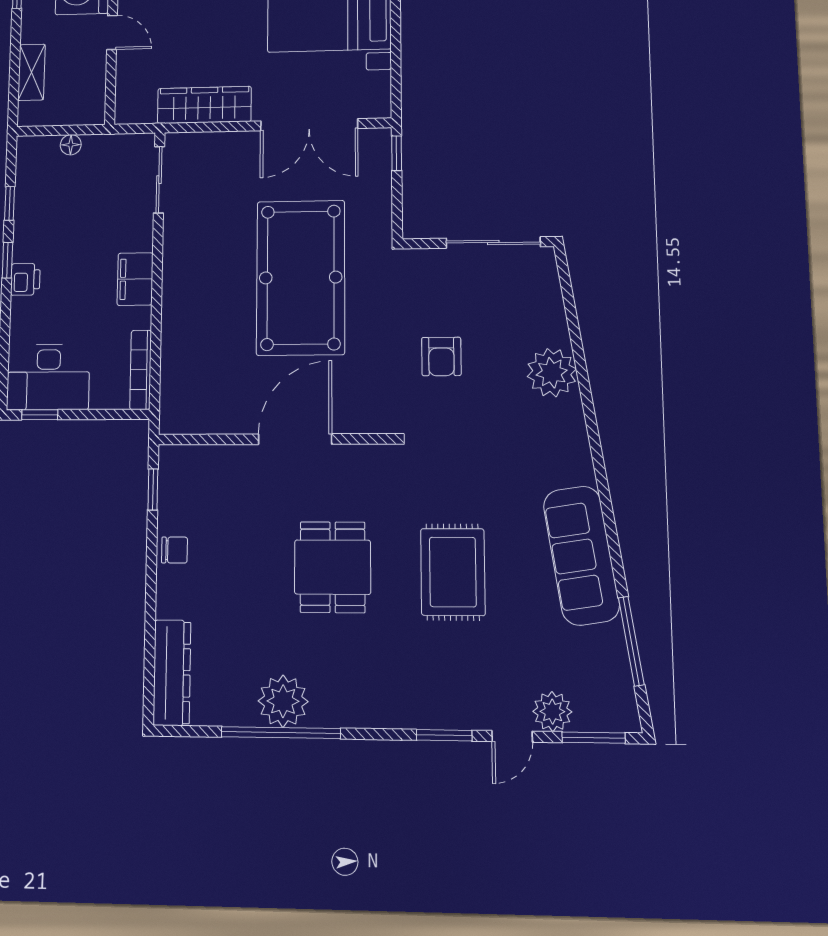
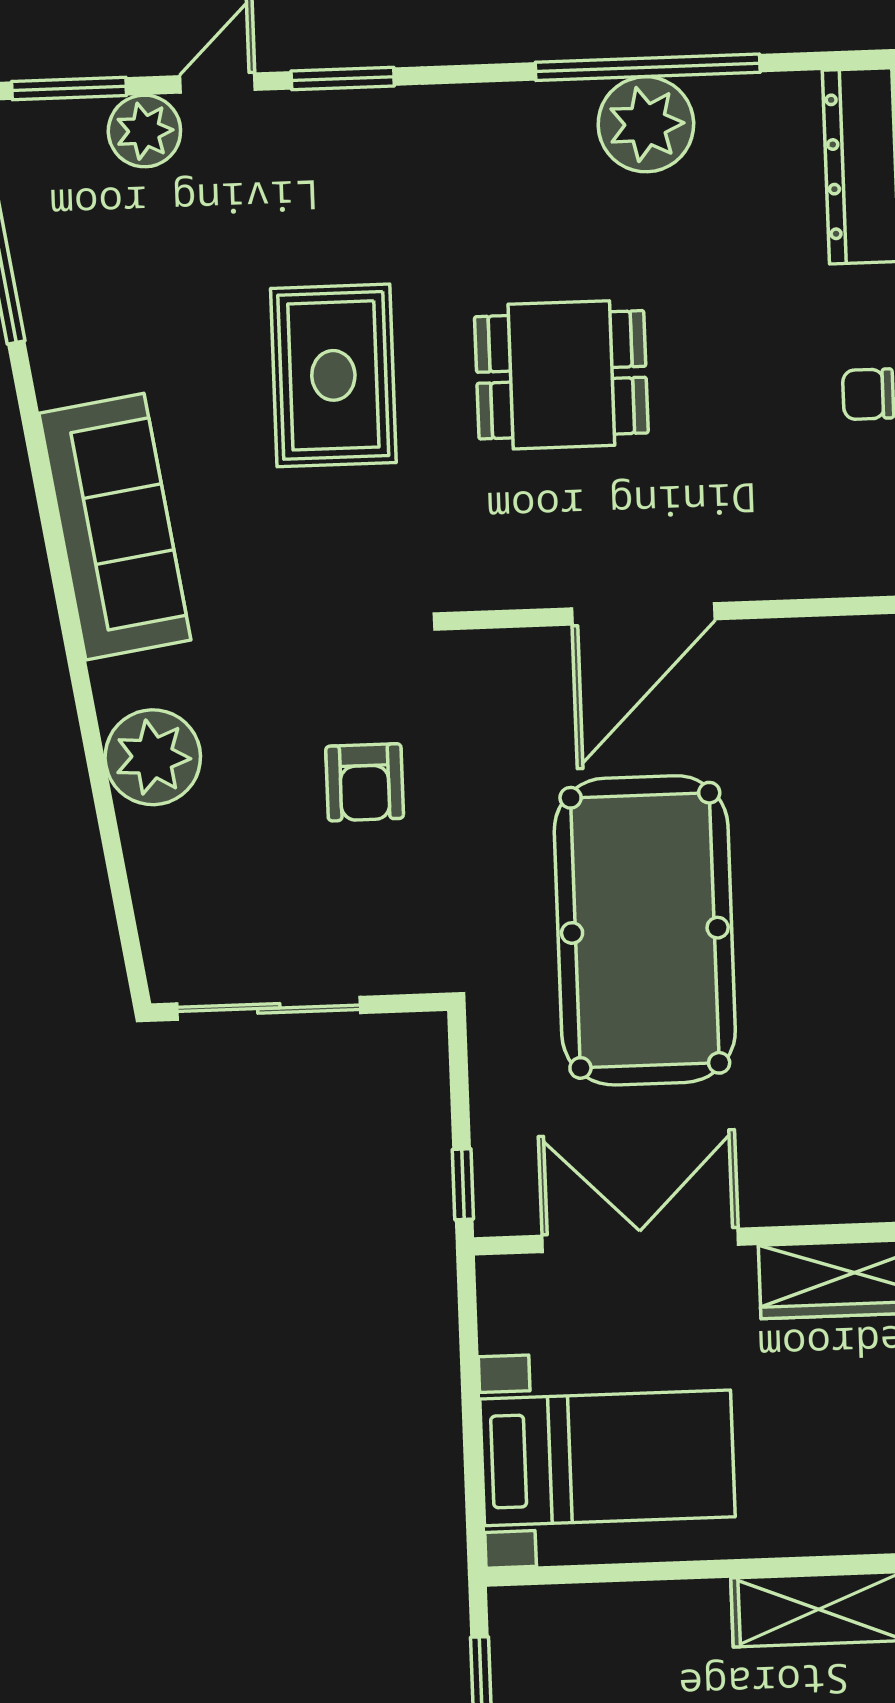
armchair: (441, 356) -> (365, 782), turned 180
sofa: (581, 555) -> (115, 527), moved
dining table: (333, 567) -> (561, 375), turned 90

